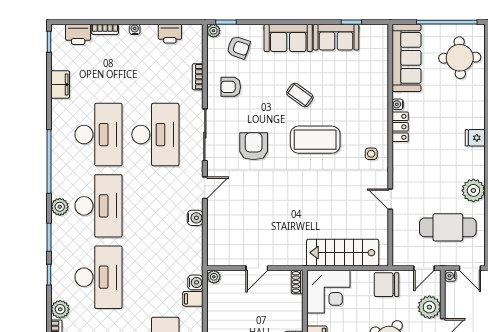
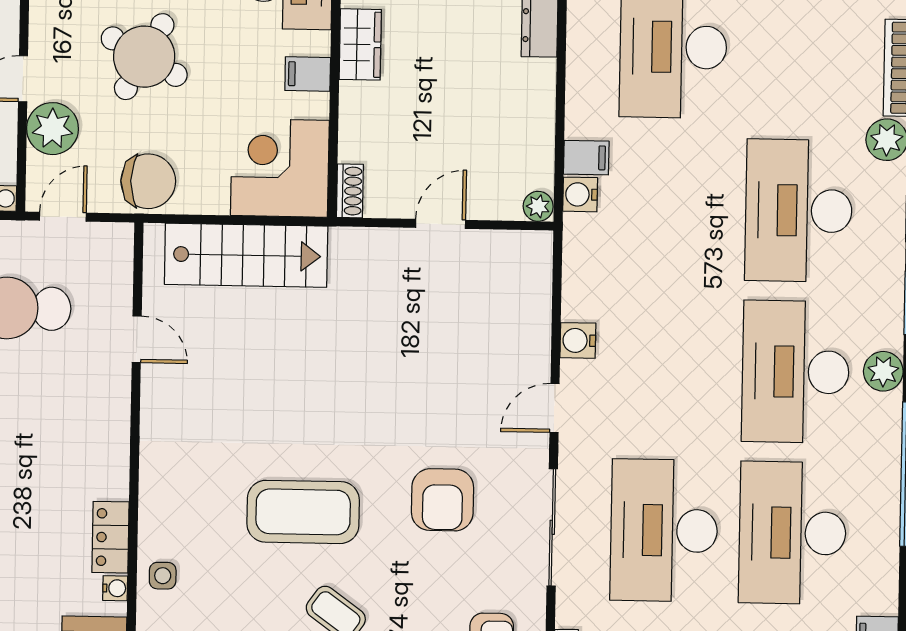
side table: (371, 154) -> (163, 576), moved
door: (390, 199) -> (137, 339), moved

